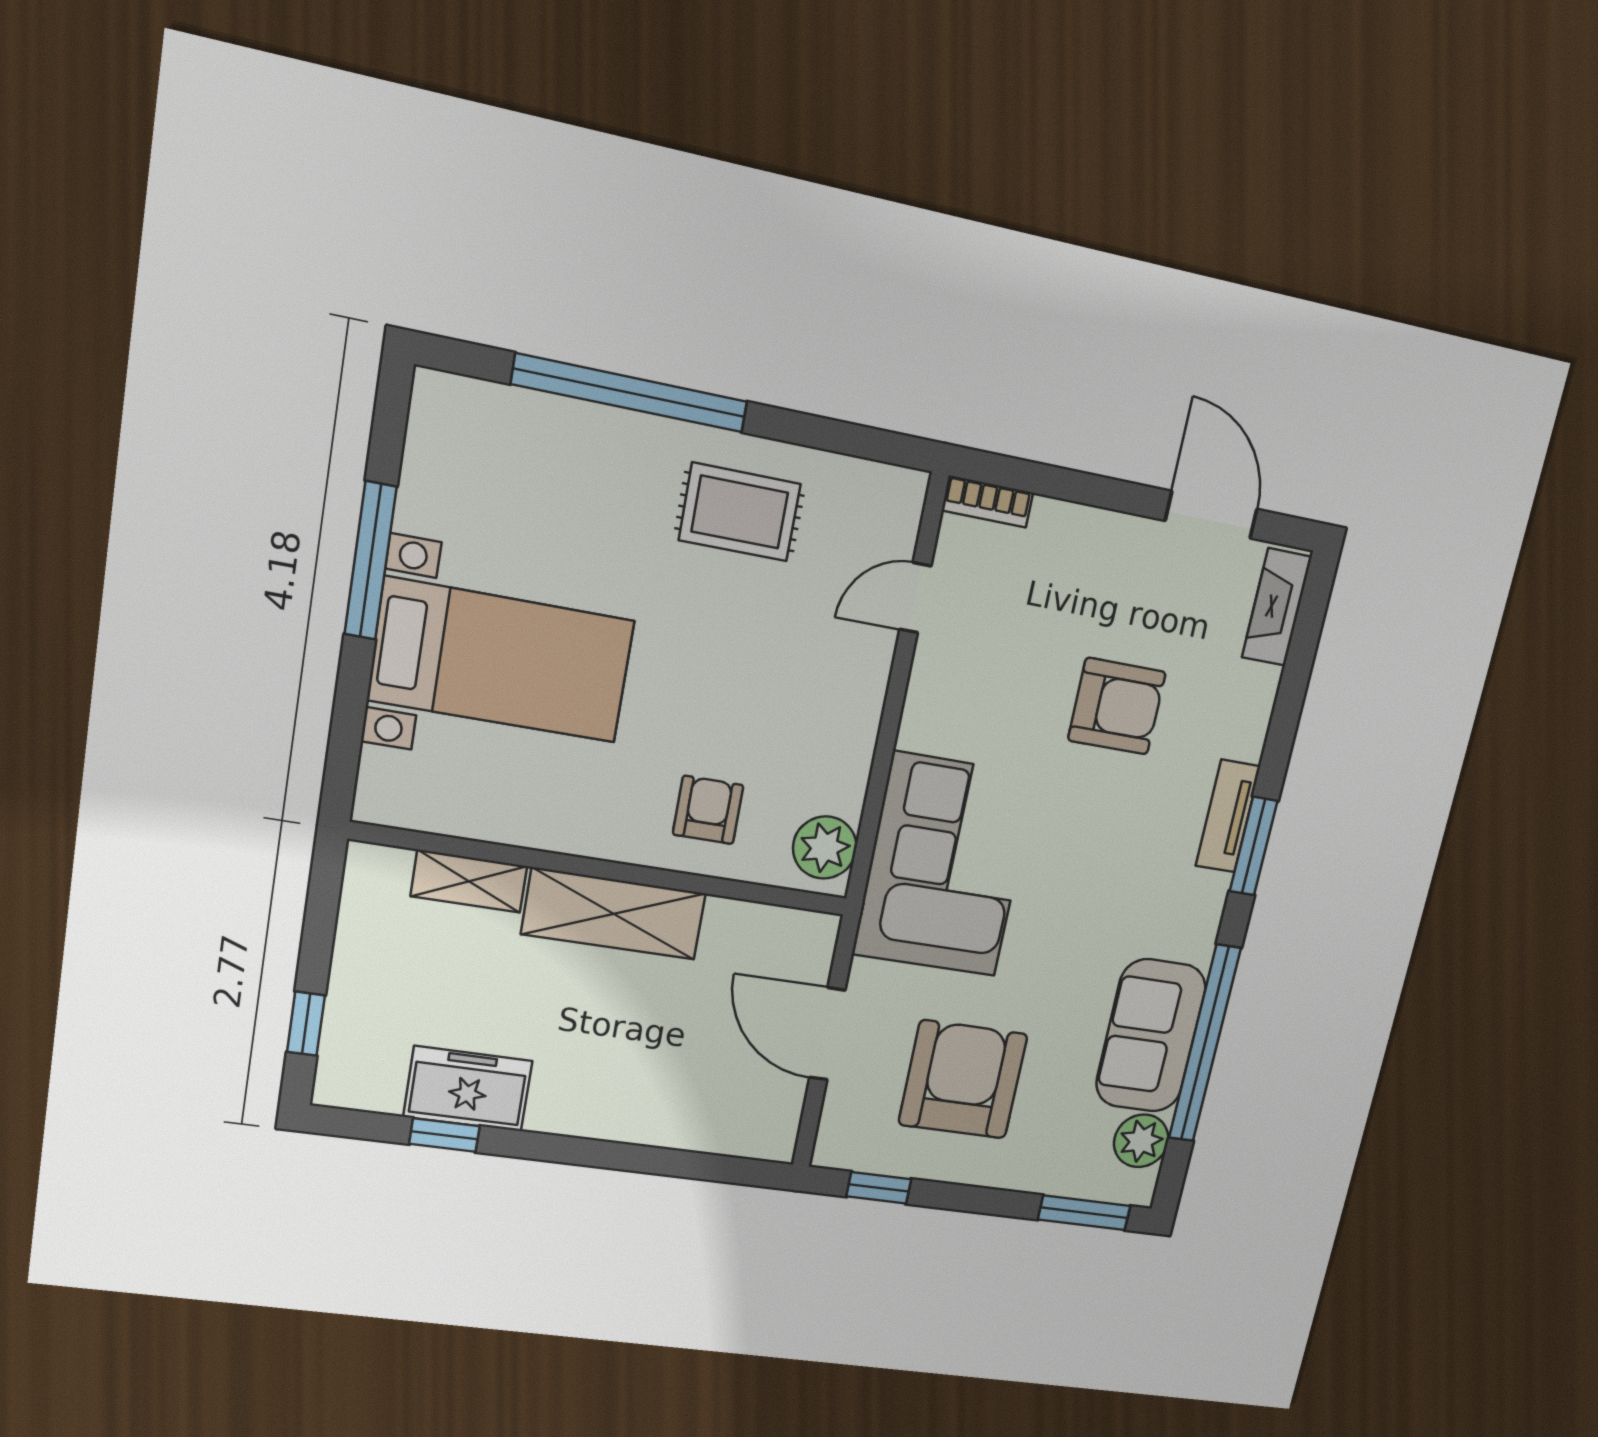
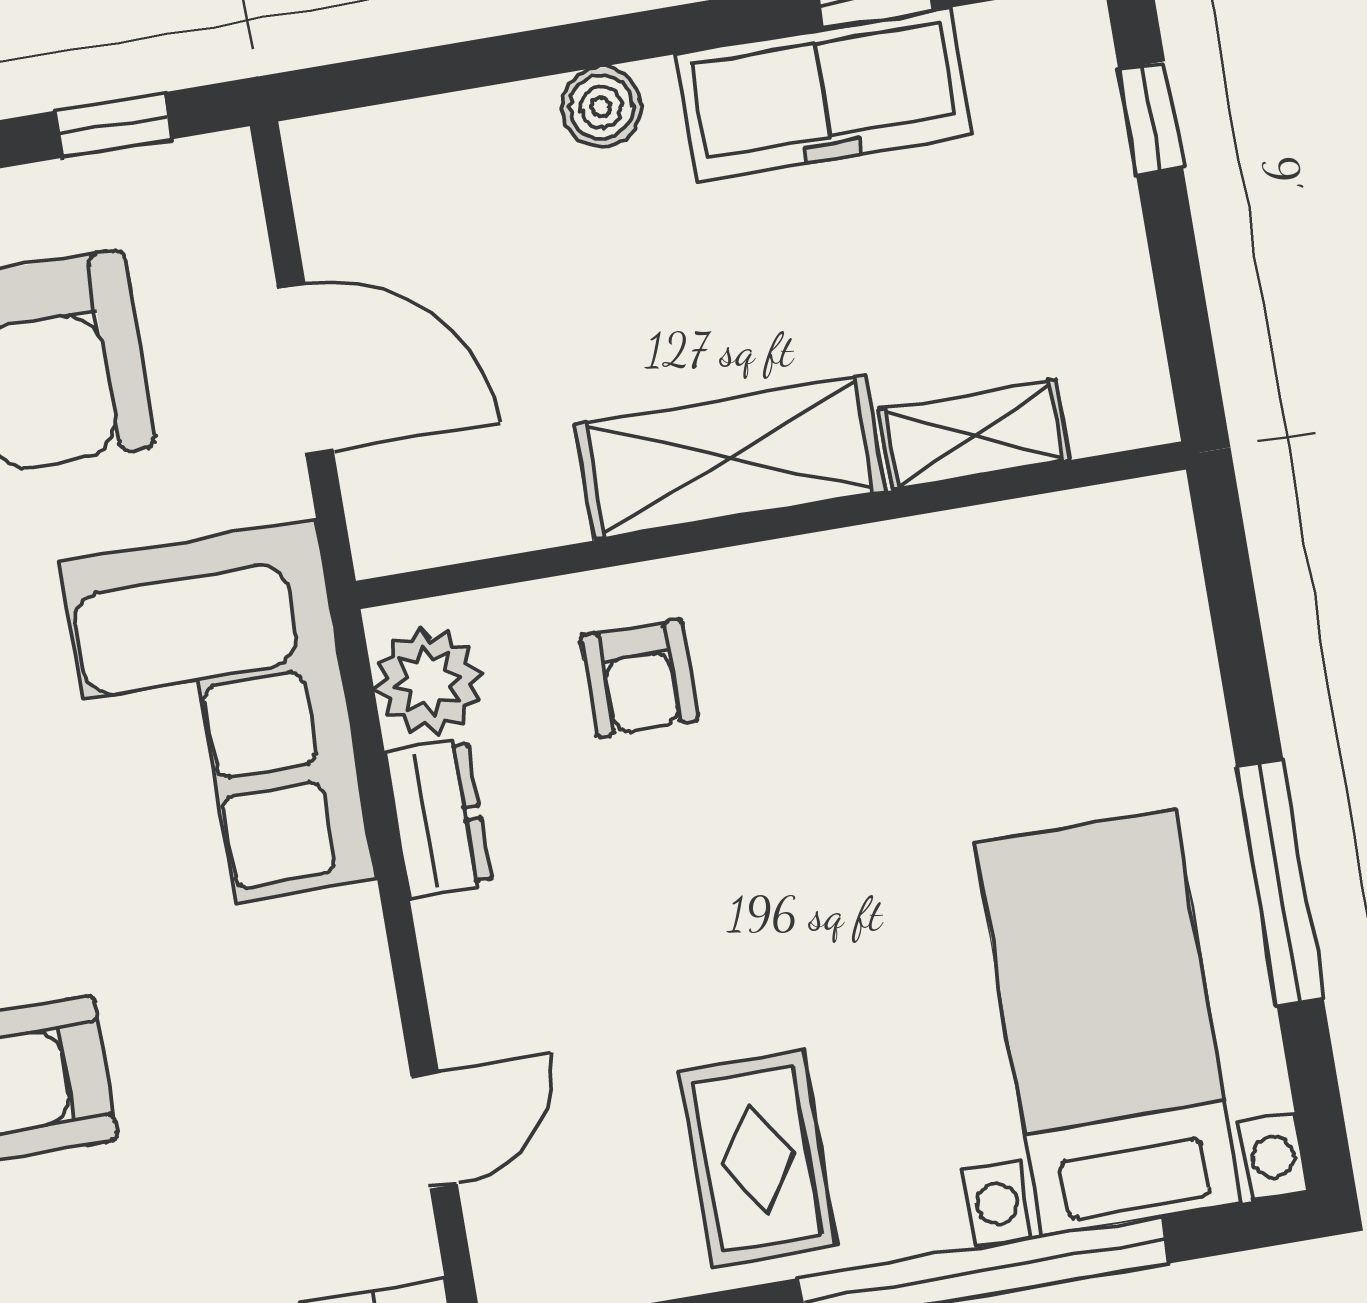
rug: (740, 512) -> (757, 1159), turned 90
bed with nightstands: (501, 660) -> (1108, 1023), moved, turned 90
dresser: (847, 771) -> (438, 818), added
freezer: (468, 1089) -> (824, 95), width x1.40
boiler: (618, 1121) -> (601, 107), added

